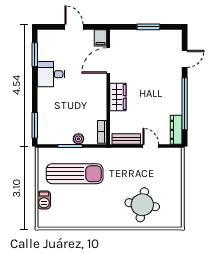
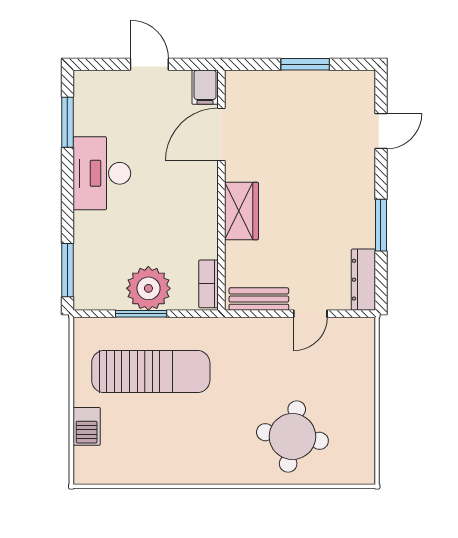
desk: (51, 74) -> (102, 173), width x1.37
window: (185, 104) -> (381, 225), width x0.47
plant: (78, 139) -> (148, 288), width x1.87, depth x1.87
door: (151, 146) -> (310, 314), swing flipped

